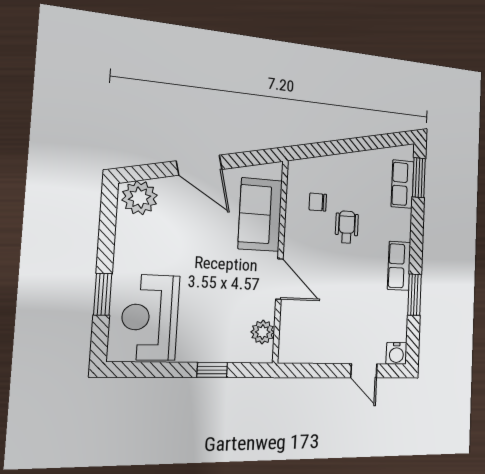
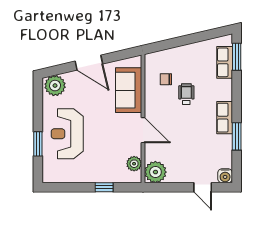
reception desk: (150, 317) -> (67, 134), moved
plant: (295, 346) -> (155, 172), added

